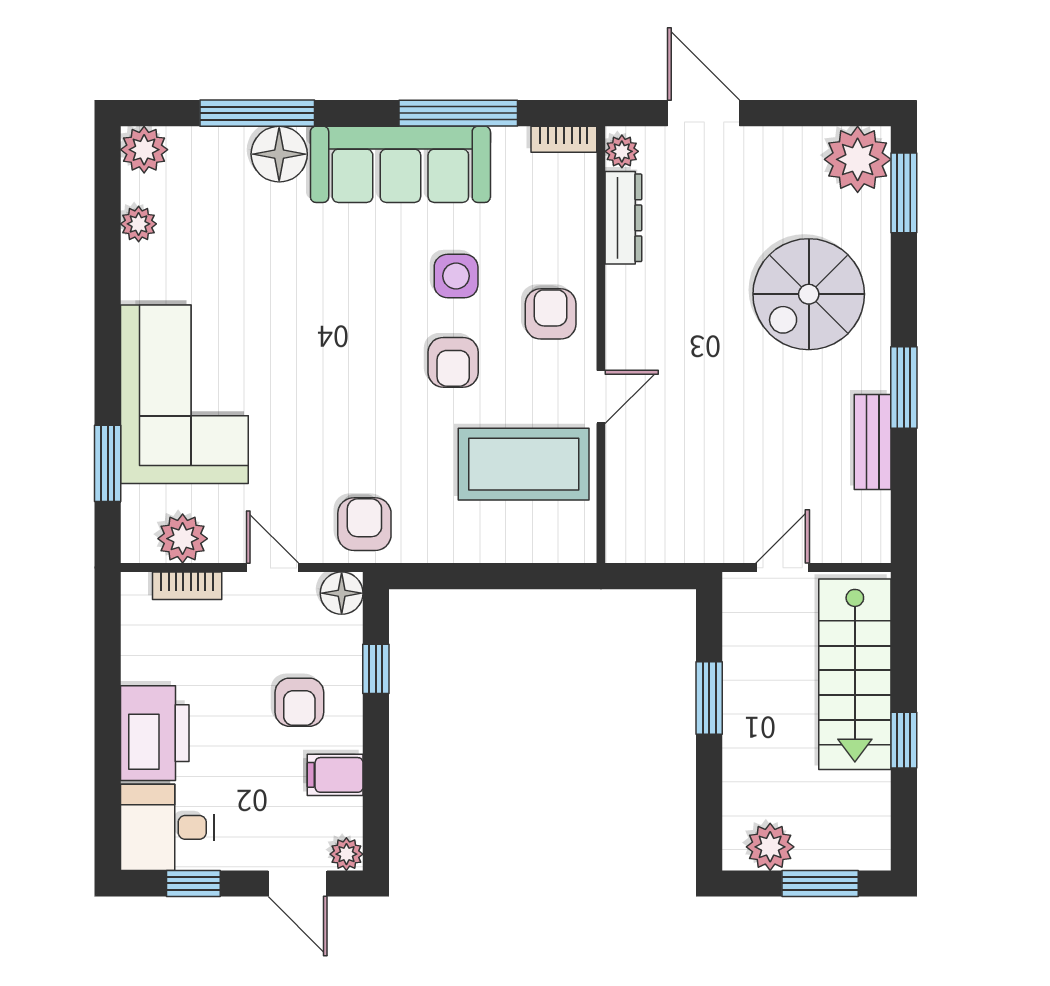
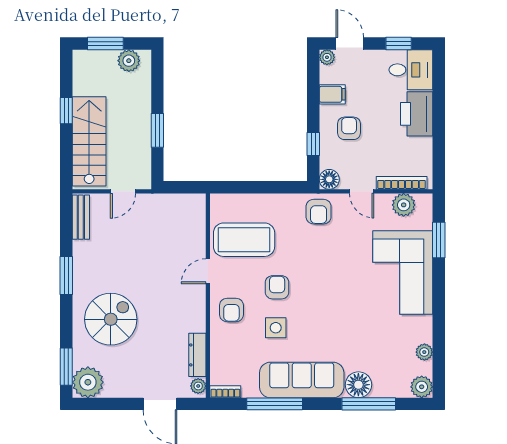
bench: (873, 442) -> (81, 217), moved
bookcase: (187, 586) -> (402, 183), width x1.56

